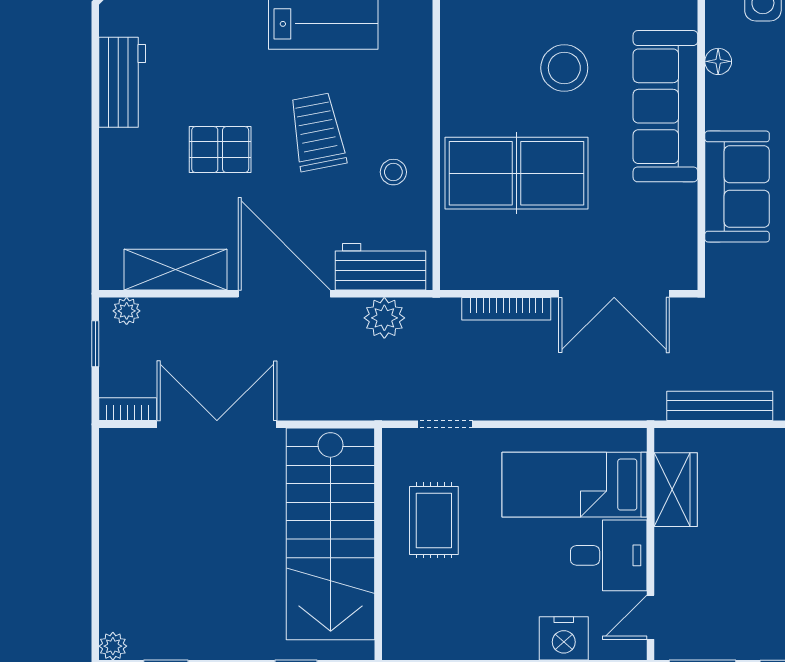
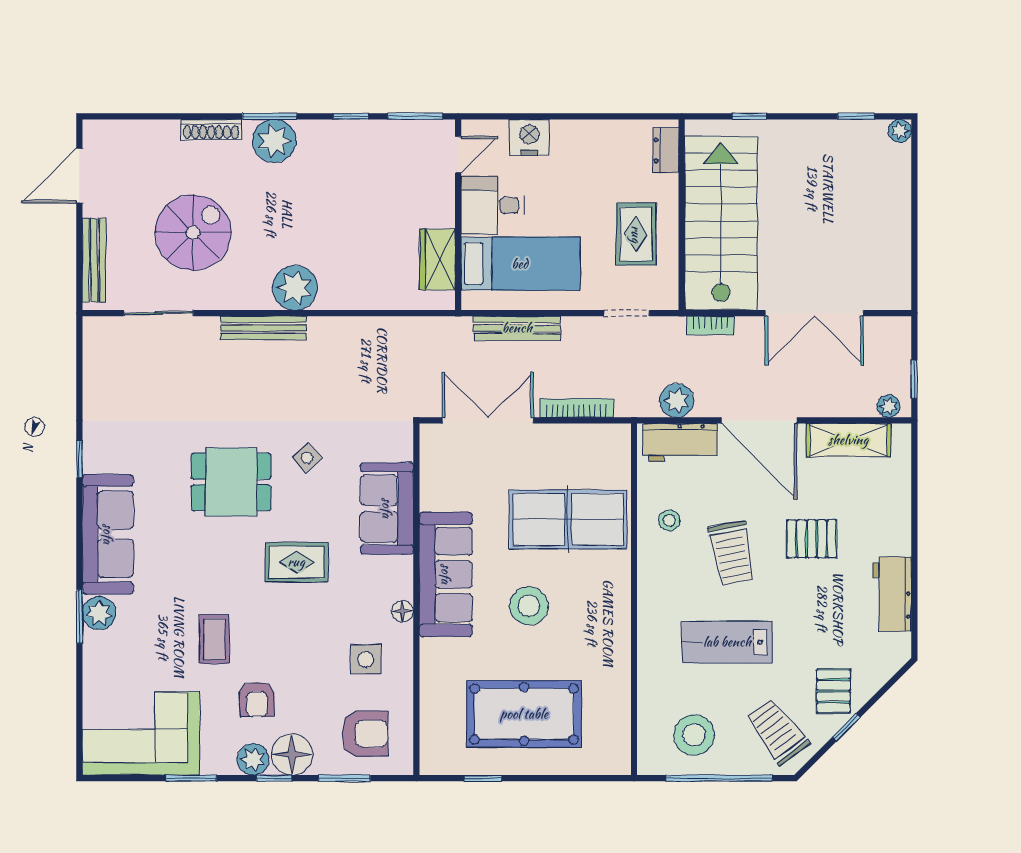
bench: (720, 406) -> (517, 328), moved
bookcase: (128, 409) -> (711, 326), moved
dresser: (397, 622) -> (666, 150), added

